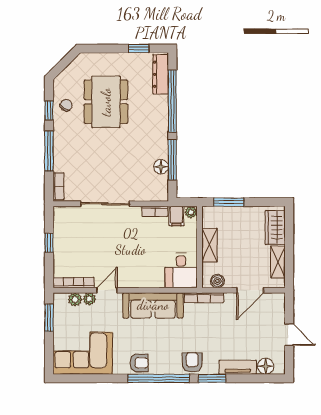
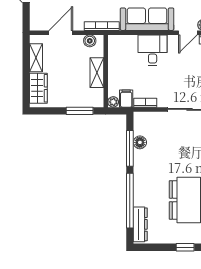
window: (139, 49) -> (185, 247), moved
desk: (181, 270) -> (153, 50), moved

